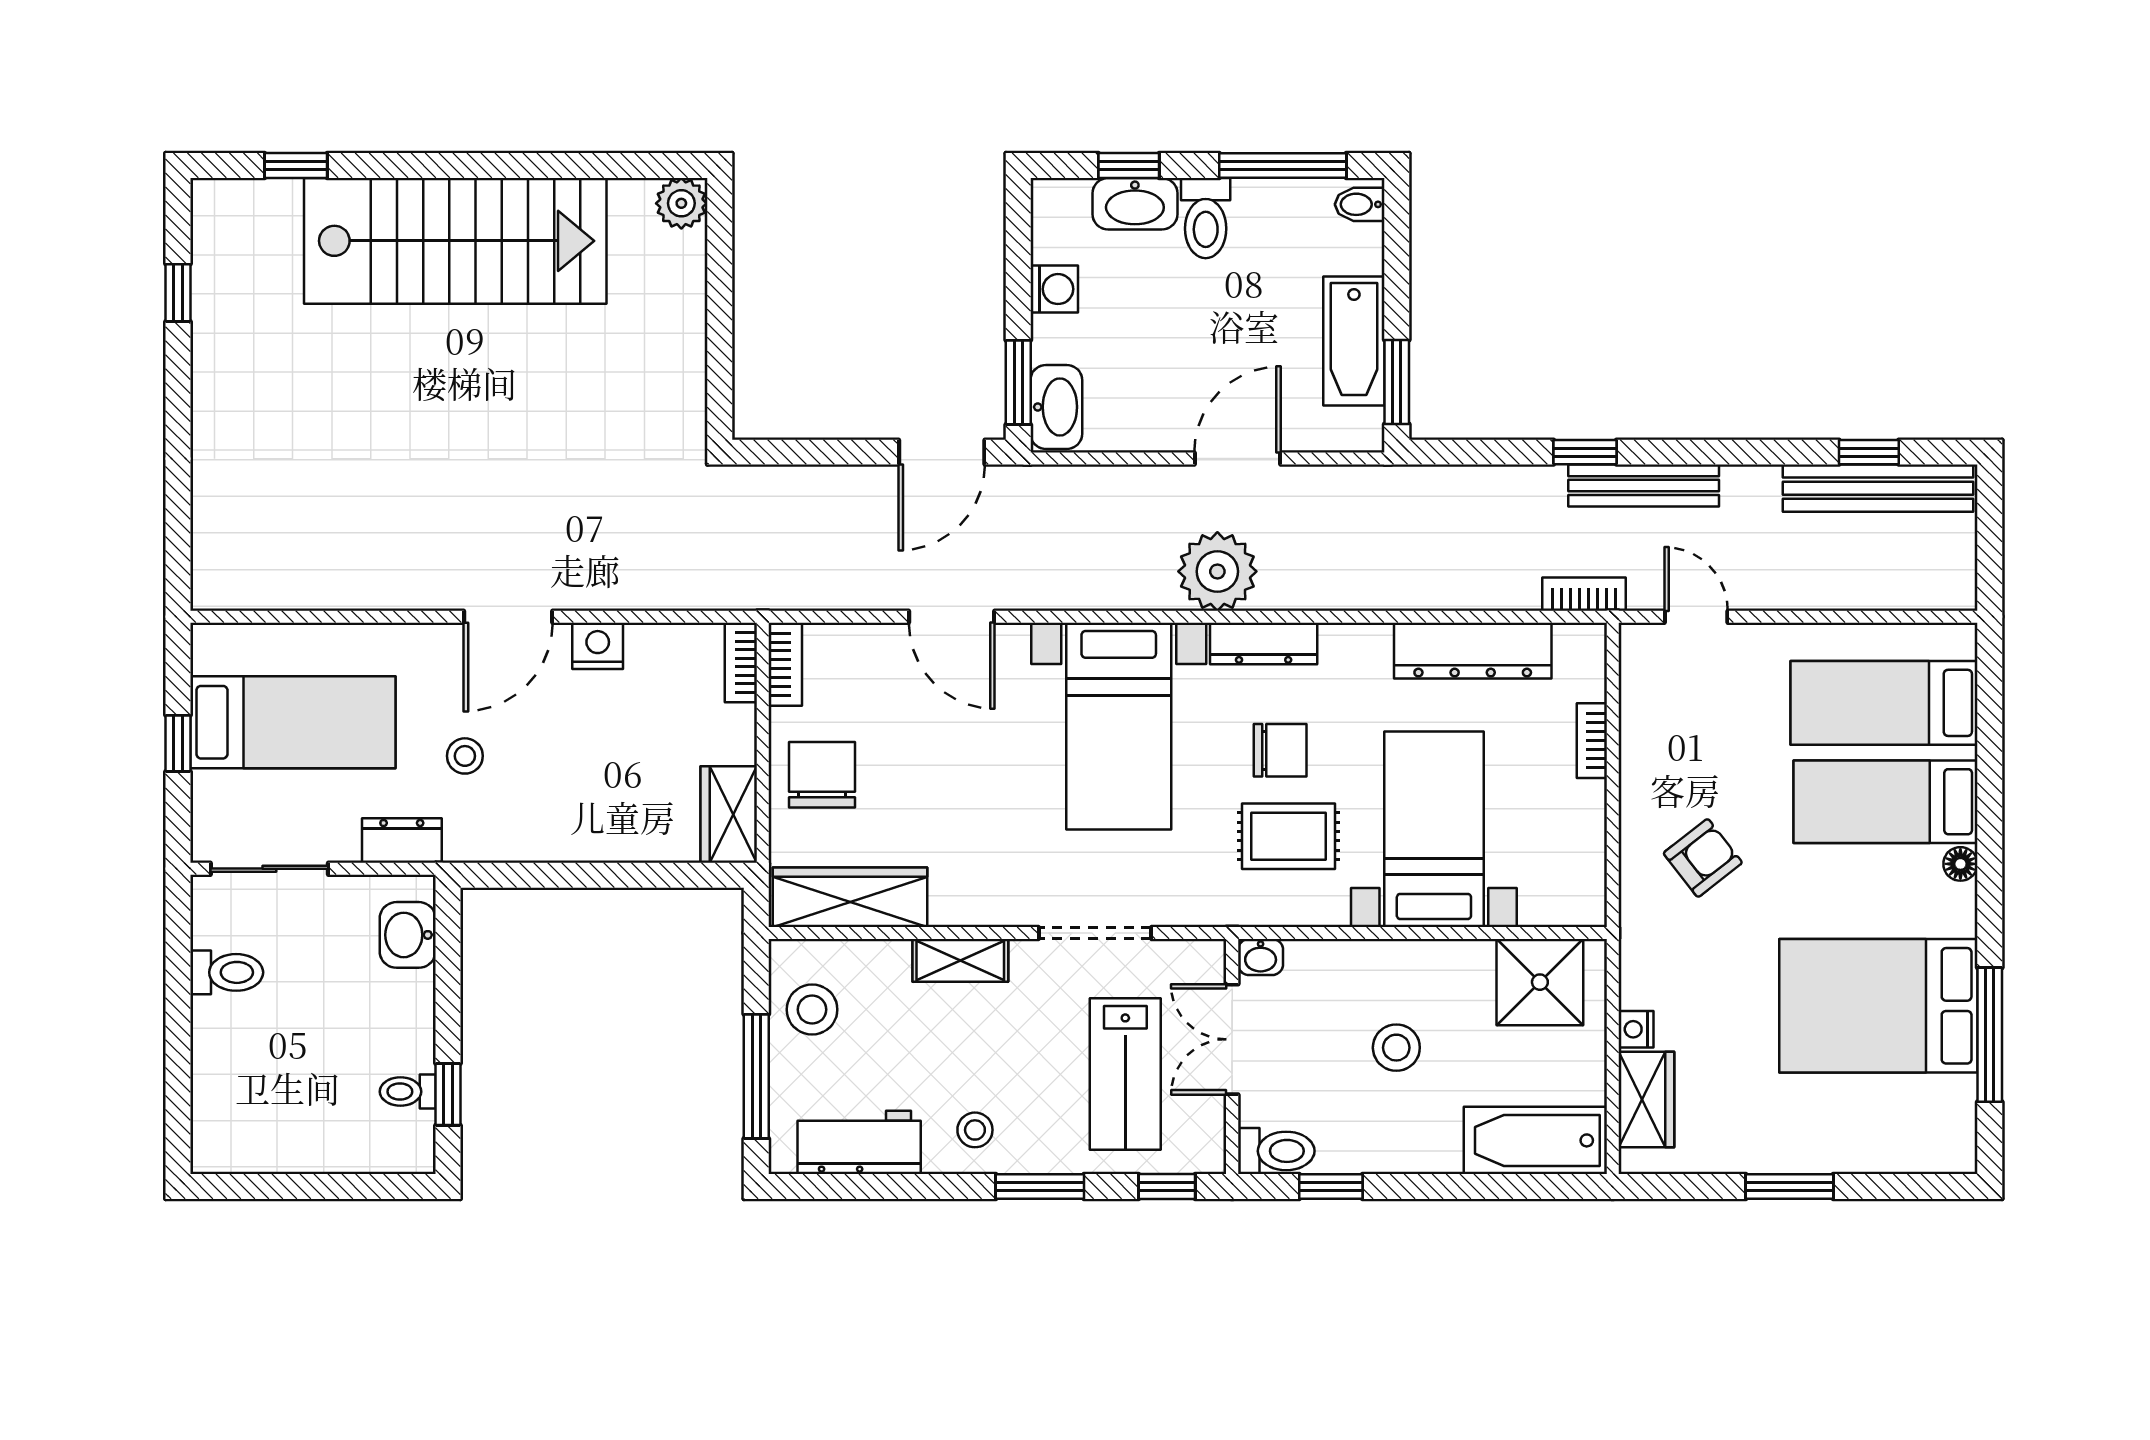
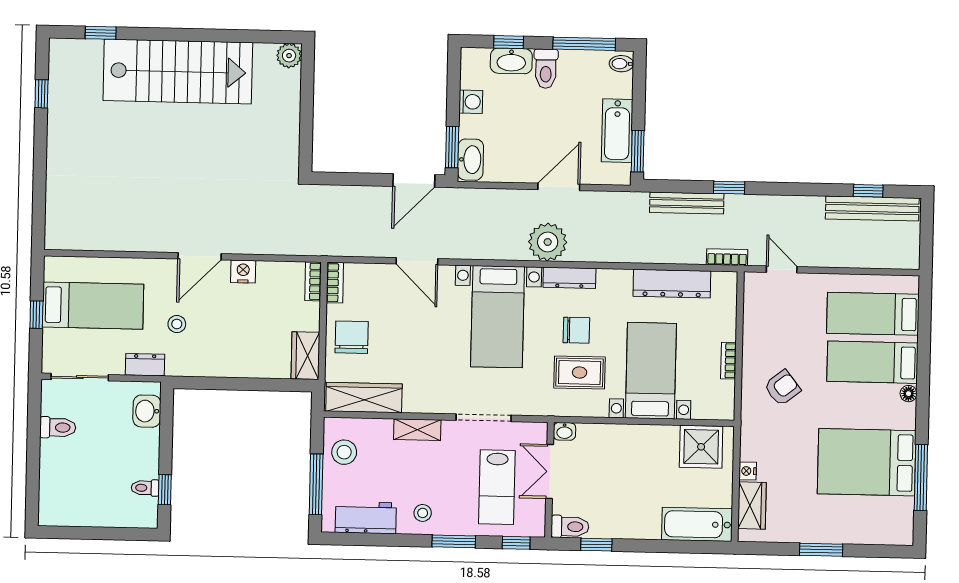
bench: (1644, 486) -> (687, 203), moved
bookcase: (1592, 741) -> (728, 361), moved
stool: (1396, 1048) -> (630, 477), removed

